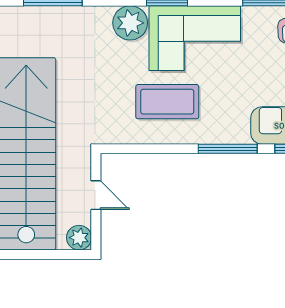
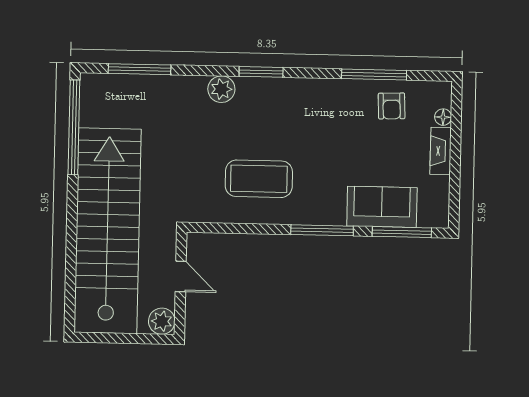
plant: (130, 23) -> (221, 89), width x0.73, depth x0.73
corner sofa: (195, 38) -> (290, 112), removed

